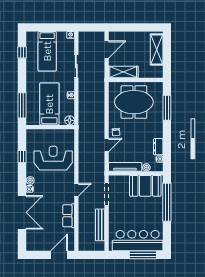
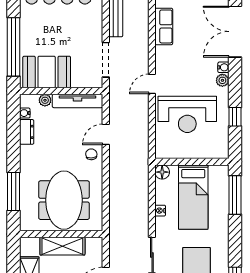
shelving: (123, 72) -> (62, 246), moved
meeting table: (134, 102) -> (64, 200), turned 90
door: (76, 190) -> (152, 84), moved

